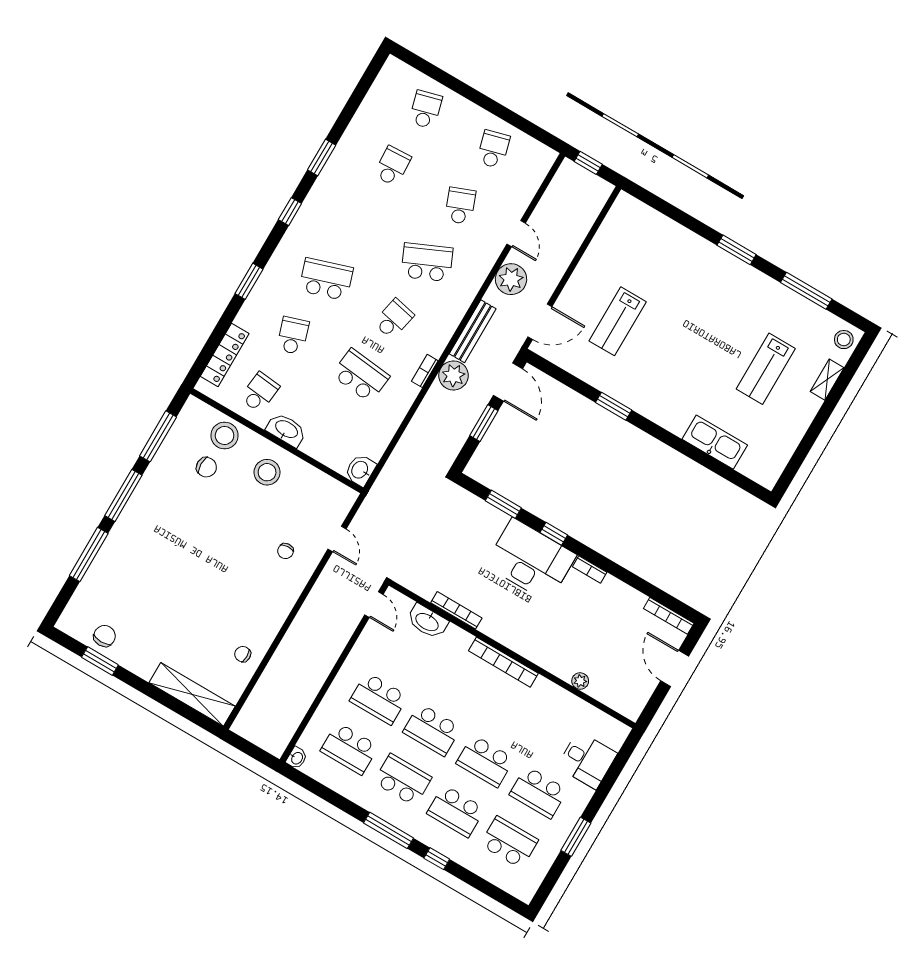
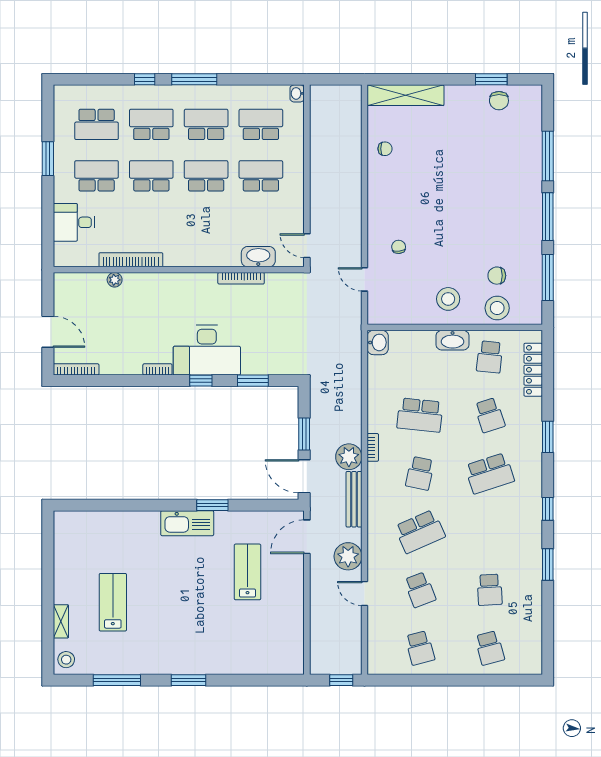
kitchen sink: (715, 442) -> (187, 523), moved
bookcase: (503, 662) -> (131, 260), moved
school desk: (403, 780) -> (206, 124), turned 180

